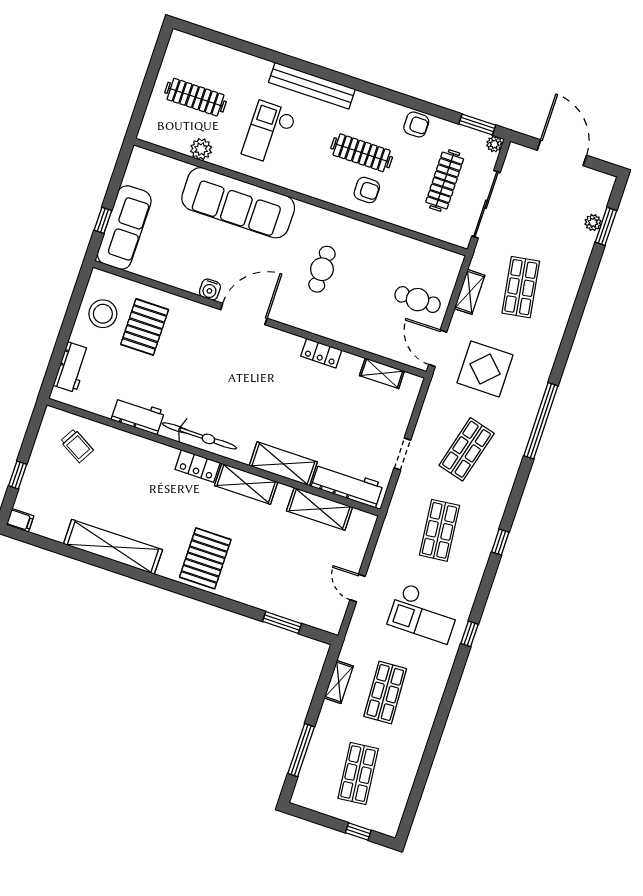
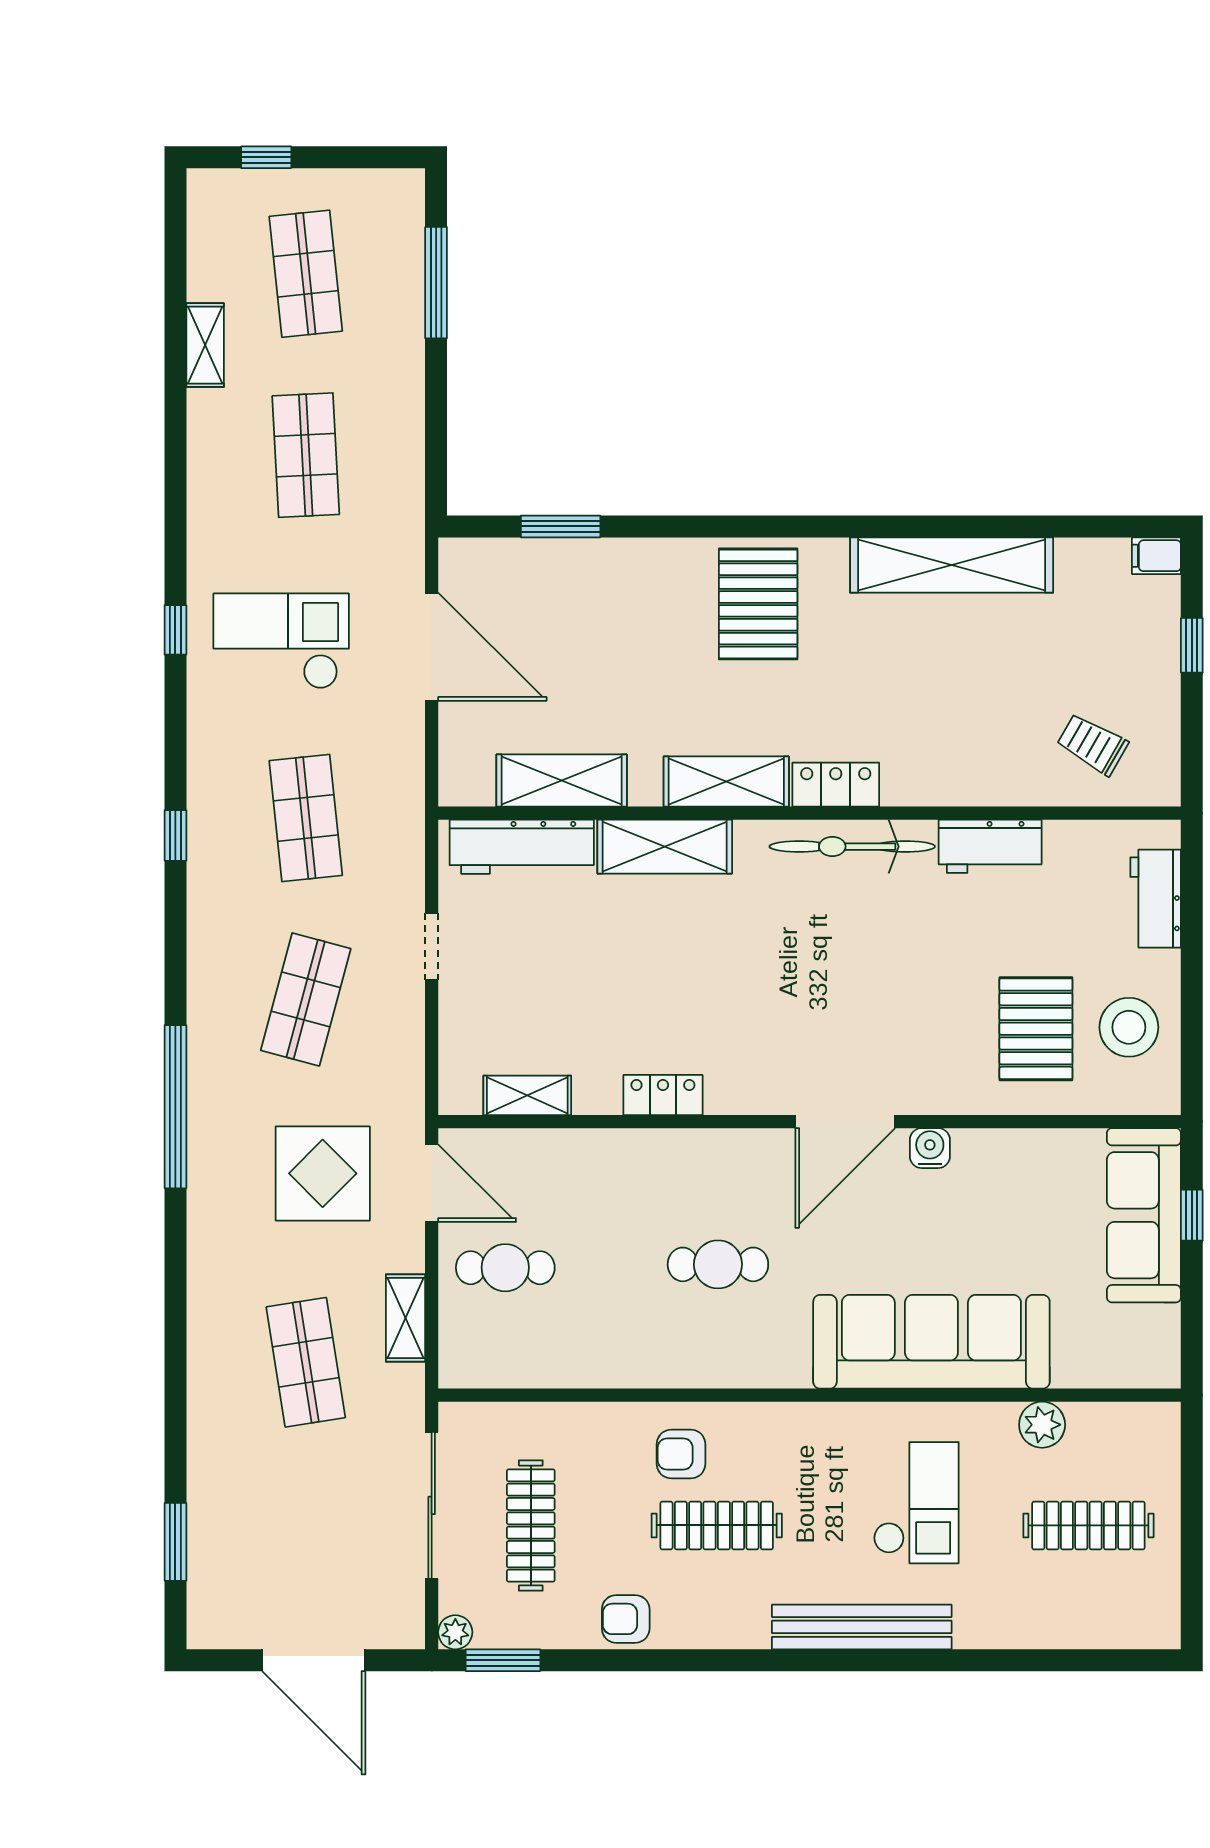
plant: (593, 223) -> (204, 1541), removed
cafe table: (322, 269) -> (718, 1264), turned 90
door: (358, 588) -> (432, 647), width x1.88
shelving: (339, 682) -> (205, 345), moved

